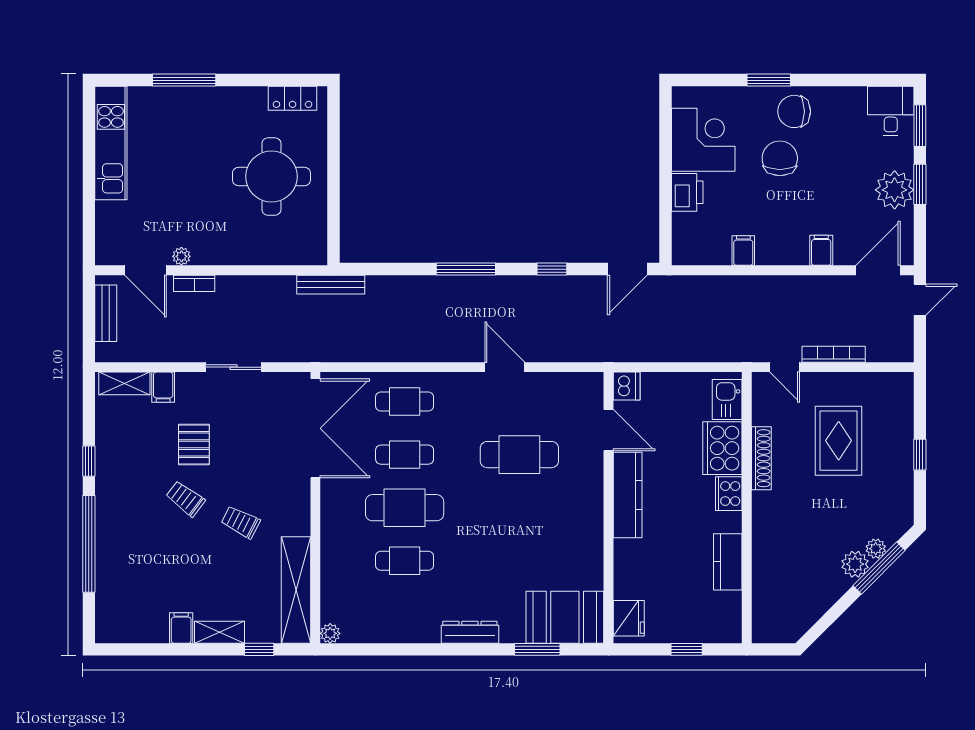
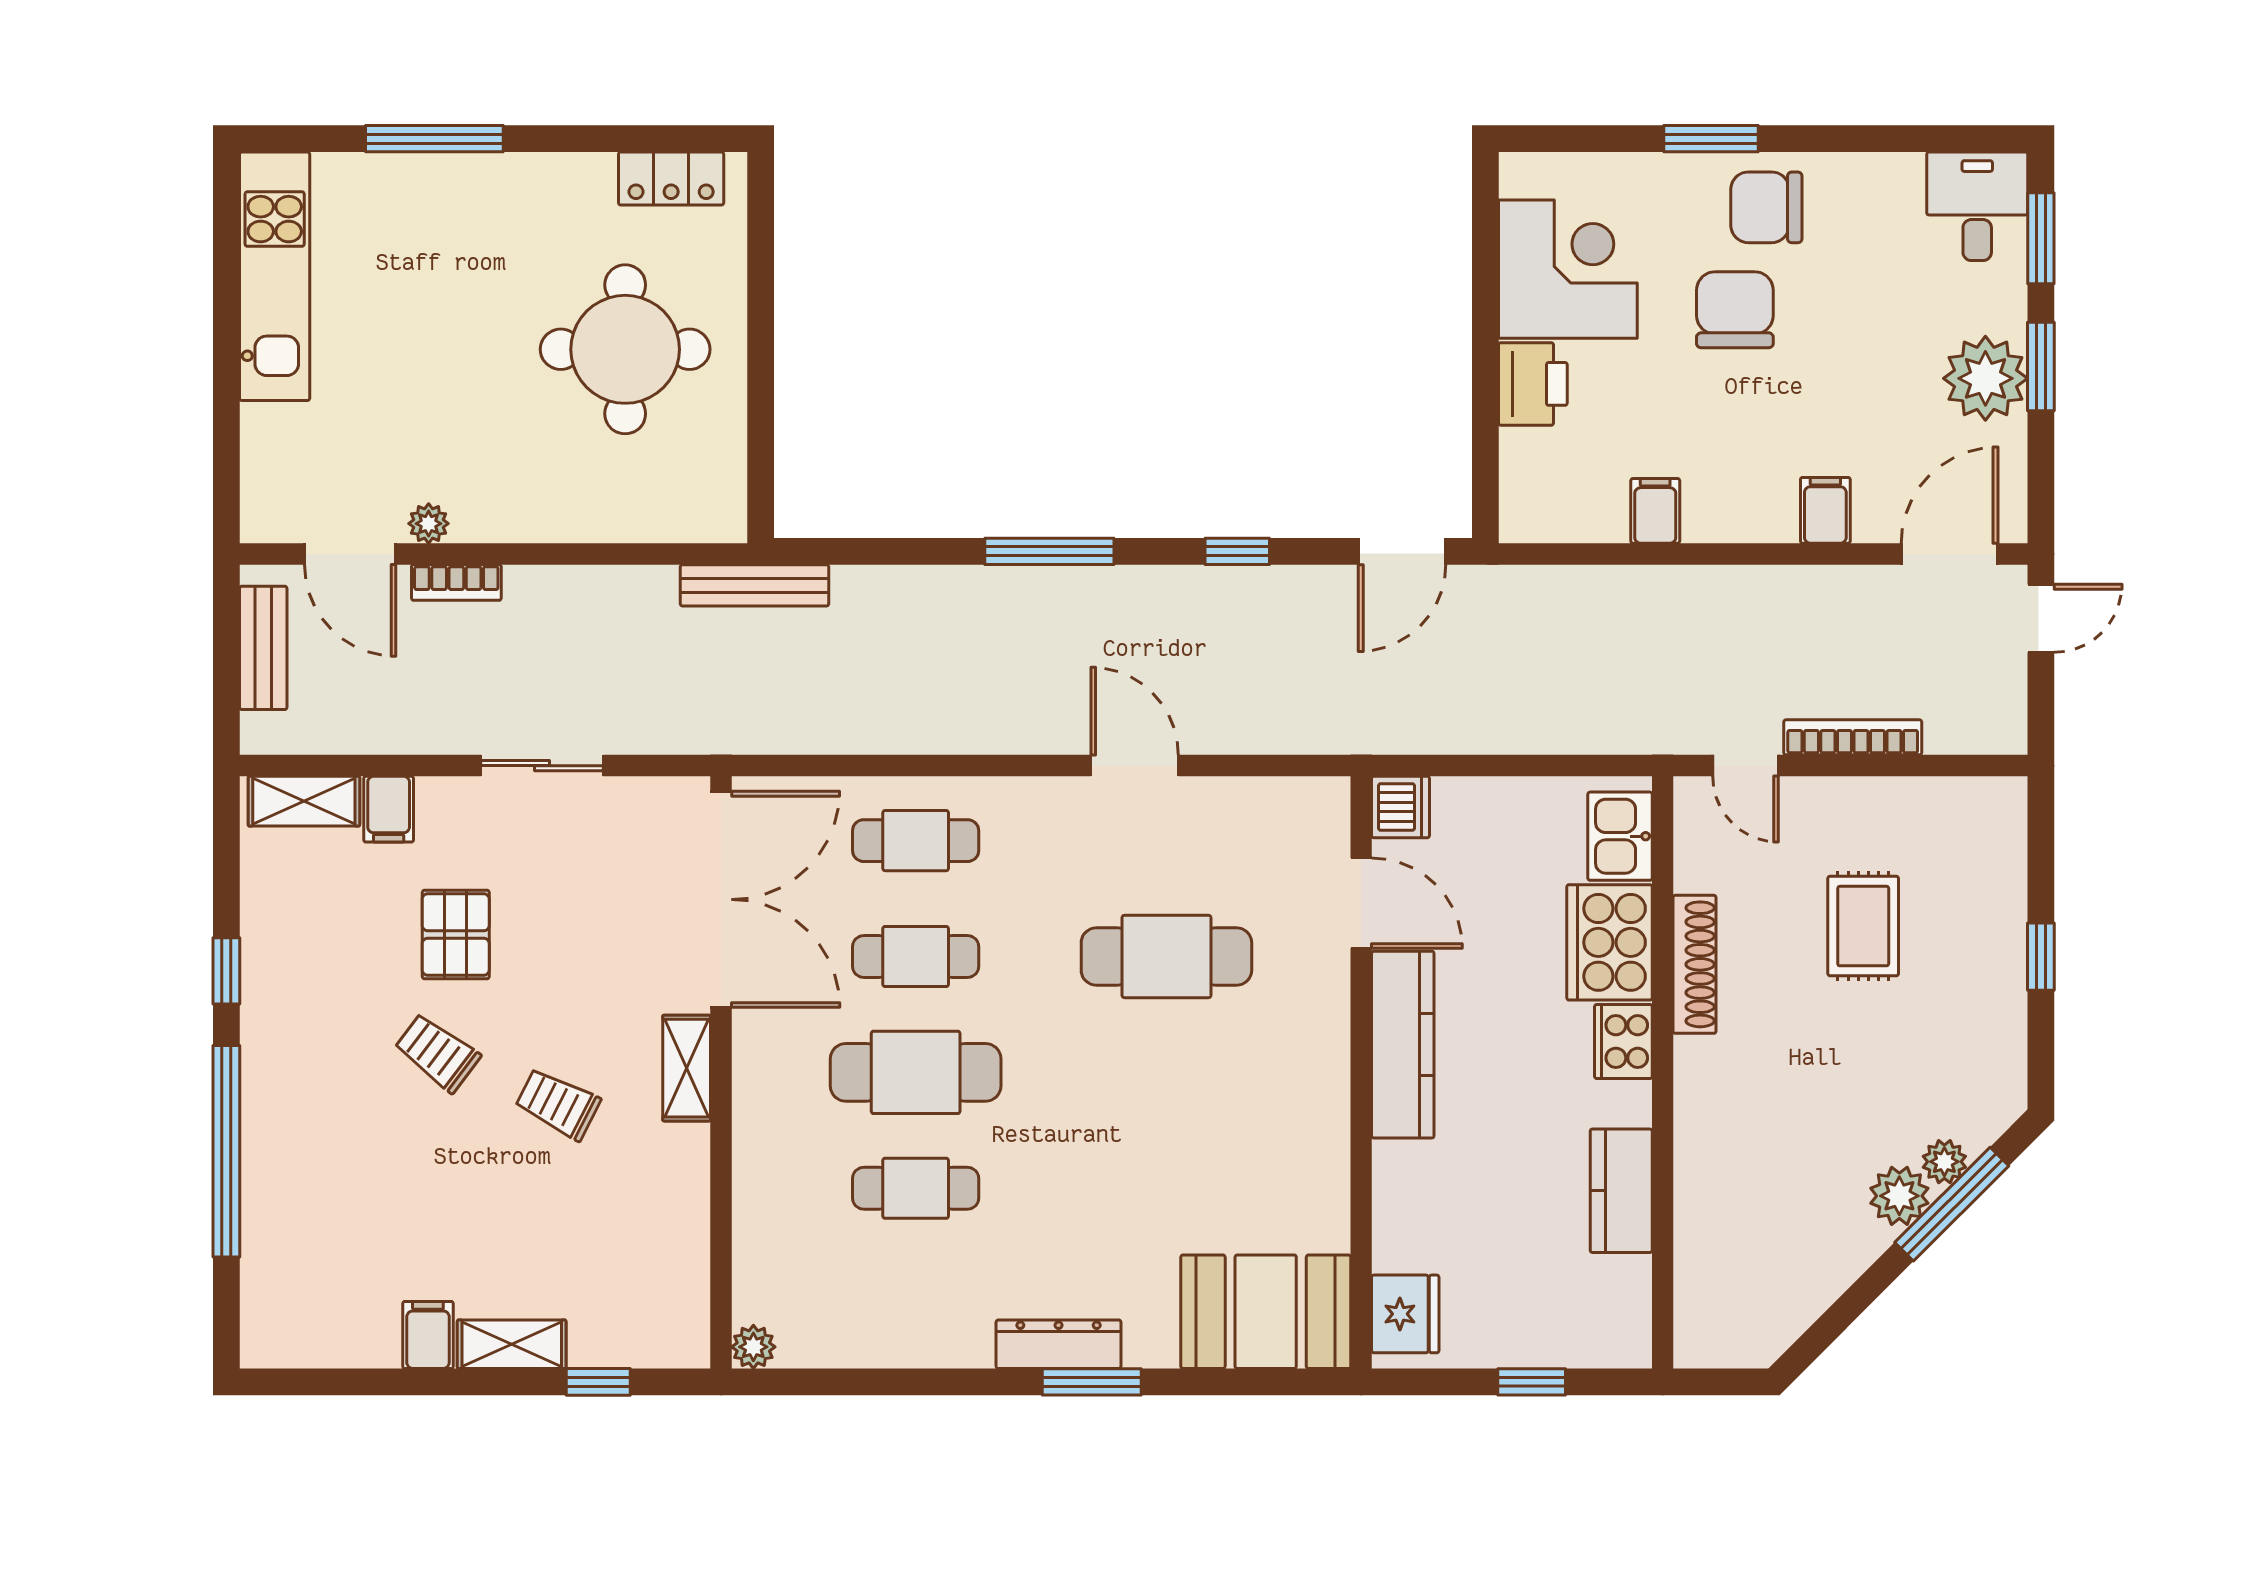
rug: (839, 441) -> (1863, 926), width x0.73, depth x0.70
shelving: (296, 590) -> (687, 1068), moved, width x0.45, depth x0.75
window: (537, 649) -> (1092, 1382), moved

